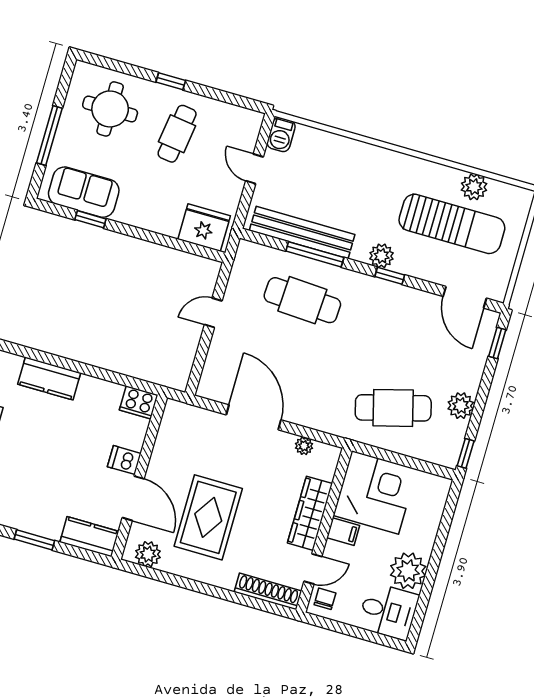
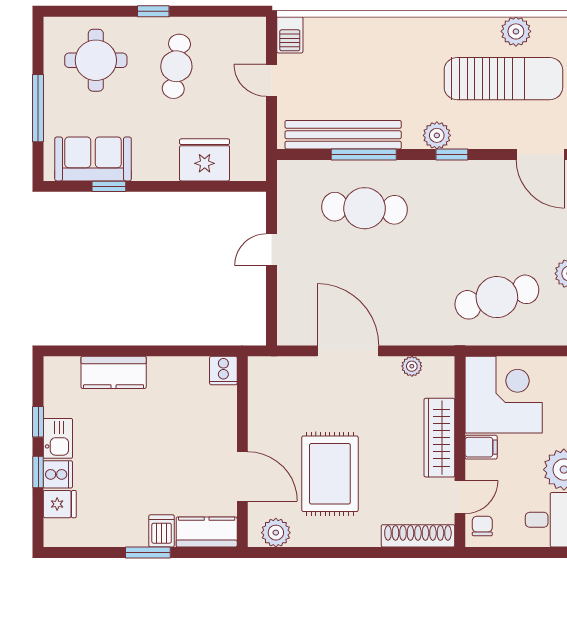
fridge: (204, 228) -> (205, 160), moved
cooker: (139, 402) -> (223, 371), width x0.73
dishwasher: (124, 460) -> (162, 531), moved, turned 90

